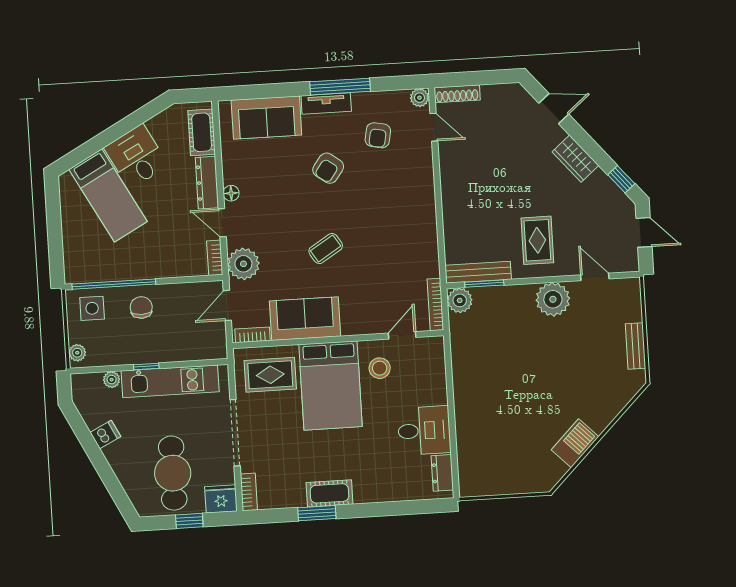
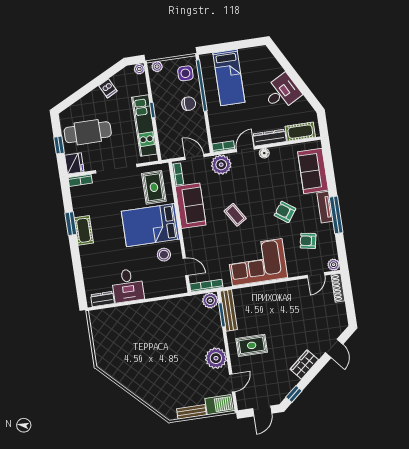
bed: (108, 195) -> (229, 78), moved, turned -61
corner sofa: (405, 220) -> (257, 262), added
plant: (112, 380) -> (139, 69), moved
barbecue: (575, 443) -> (219, 405), moved, turned -45

